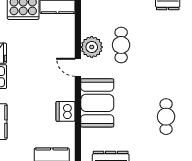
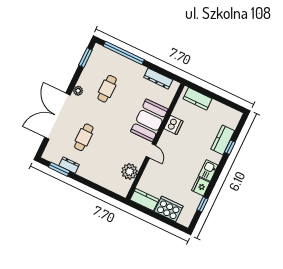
cafe table: (121, 45) -> (84, 137), moved
plant: (92, 47) -> (129, 171), moved

